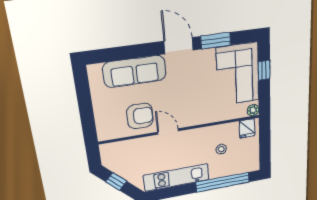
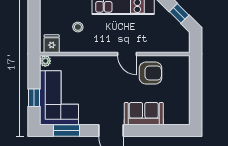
window: (216, 41) -> (67, 131), moved
sofa: (135, 71) -> (144, 114), width x0.73
armchair: (140, 116) -> (151, 73), turned 180

